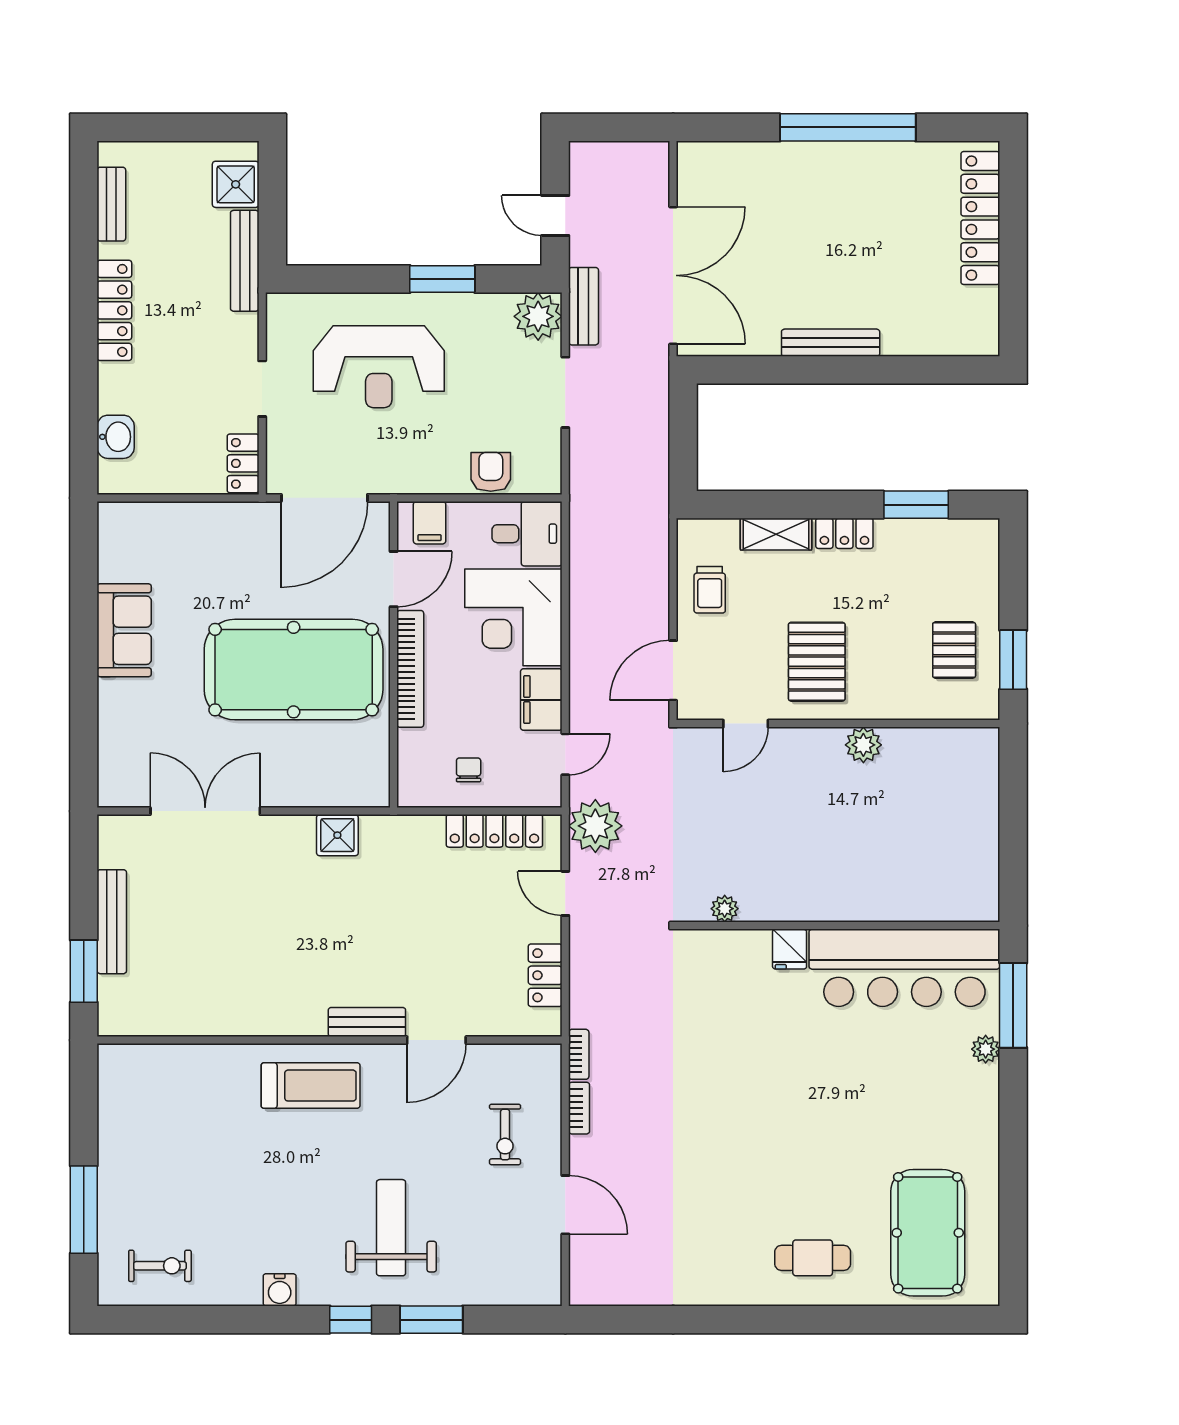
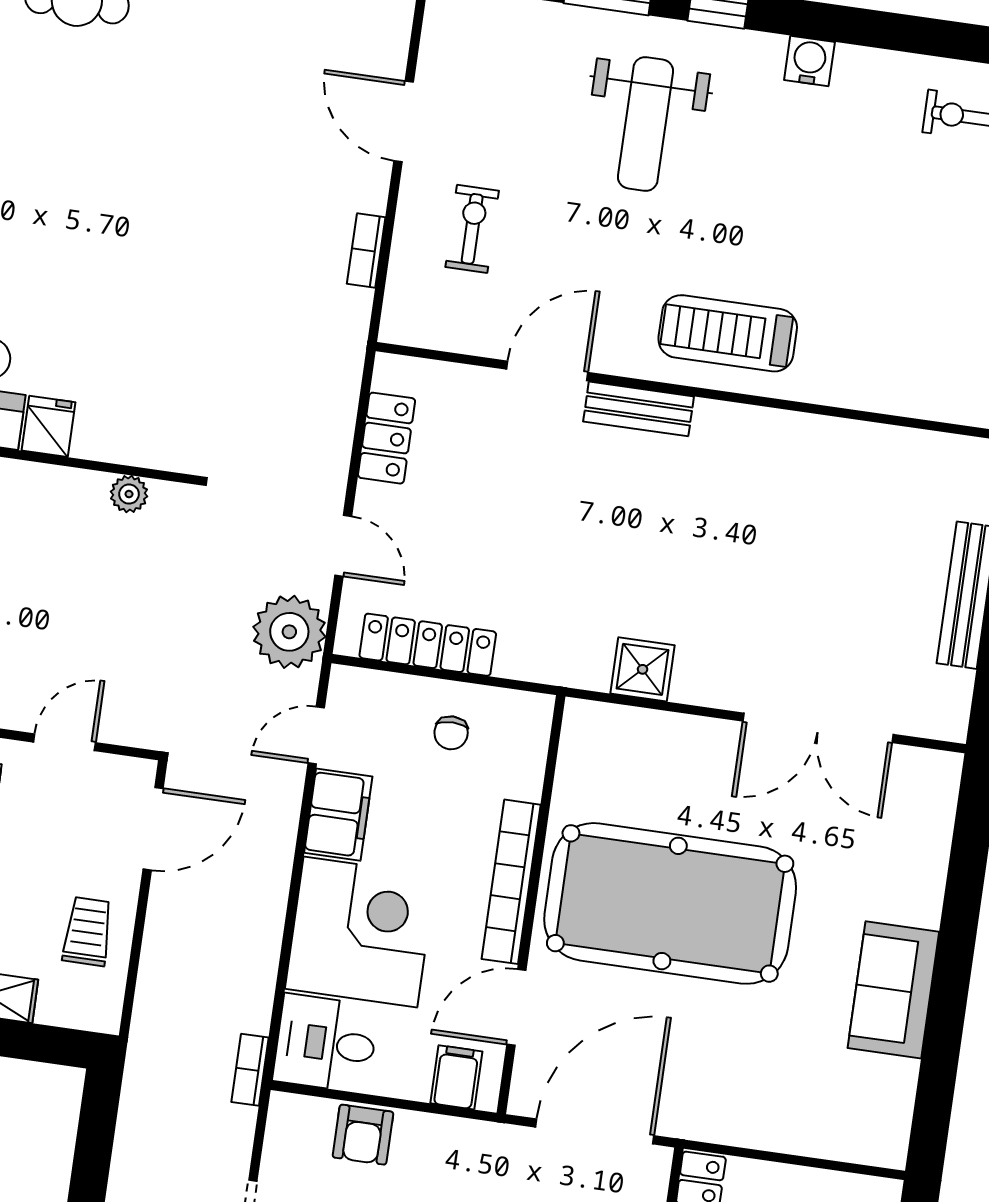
bookcase: (579, 1054) -> (250, 1070), moved

